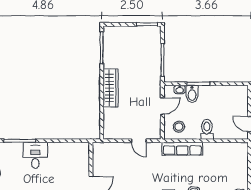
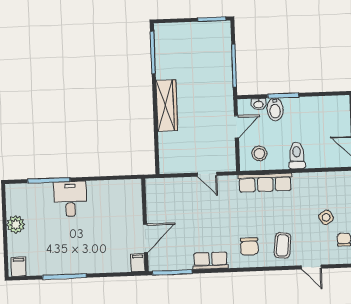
side table: (227, 177) -> (326, 217), added

